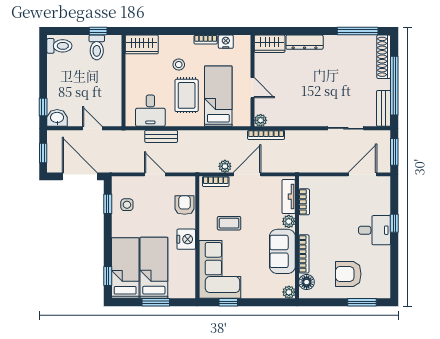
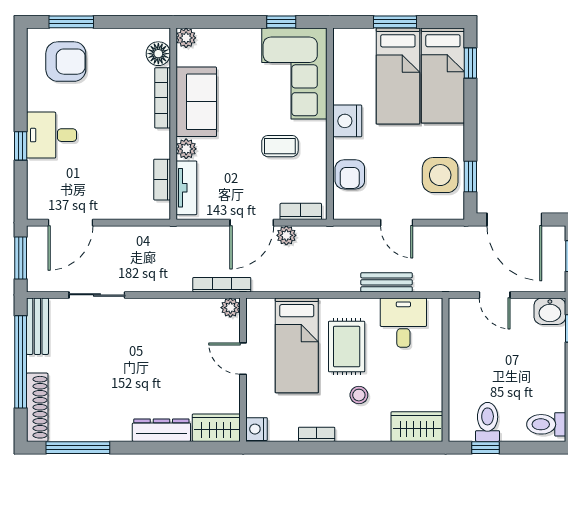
nightstand: (226, 42) -> (257, 429), moved, turned 90
side table: (127, 205) -> (440, 175), width x1.87, depth x1.87
armchair: (348, 274) -> (66, 62), moved

